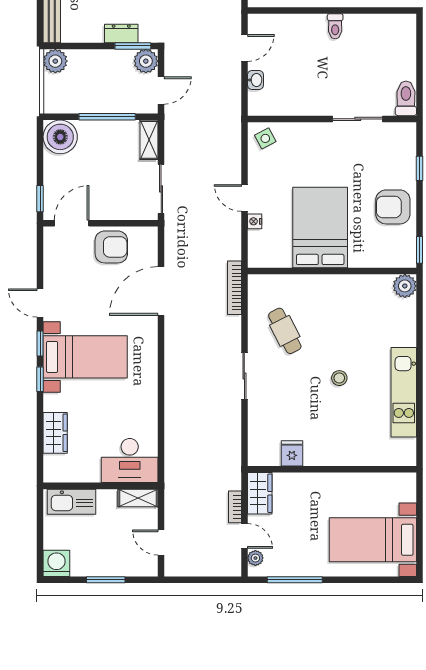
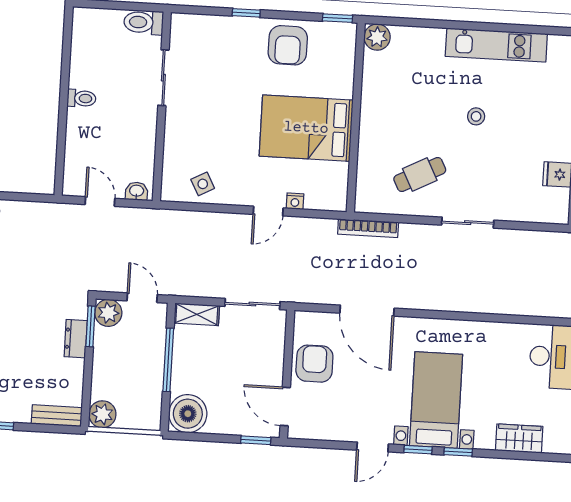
toilet: (406, 98) -> (144, 22), moved
wall: (332, 119) -> (162, 106), moved
sliding door: (358, 119) -> (163, 78), moved

